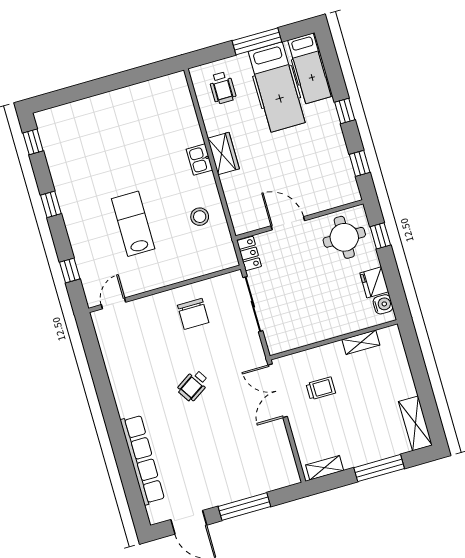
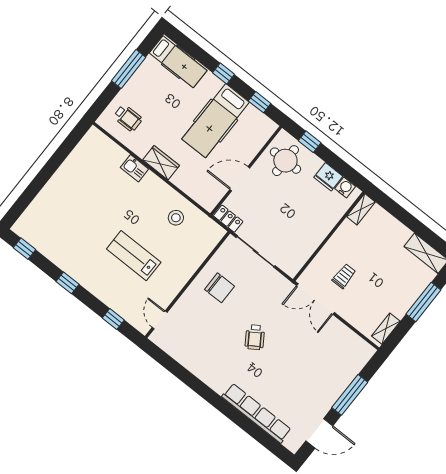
hospital bed: (277, 87) -> (216, 121), moved, turned 90
kitchen sink: (199, 160) -> (134, 168), moved
shelving: (361, 342) -> (361, 209), moved

